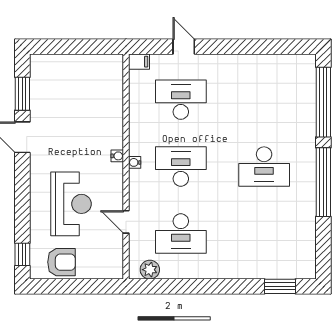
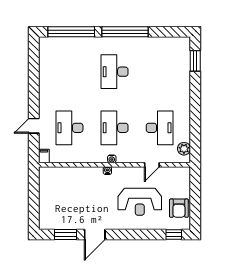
desk: (264, 167) -> (115, 72), turned 180
reception desk: (71, 204) -> (140, 202), turned 180
armchair: (62, 262) -> (179, 208), turned 180

